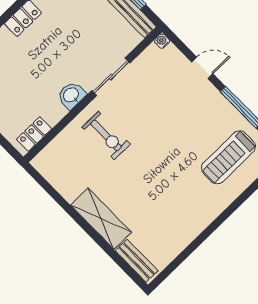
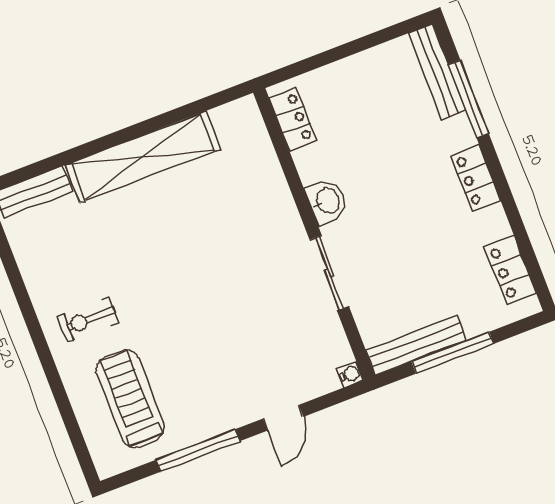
exercise bike: (106, 135) -> (88, 319), moved, width x0.73, depth x0.72
shelving: (101, 219) -> (143, 157), width x1.47

